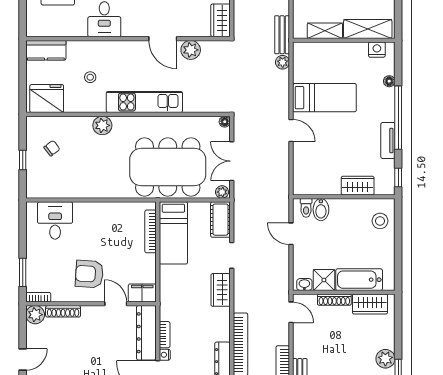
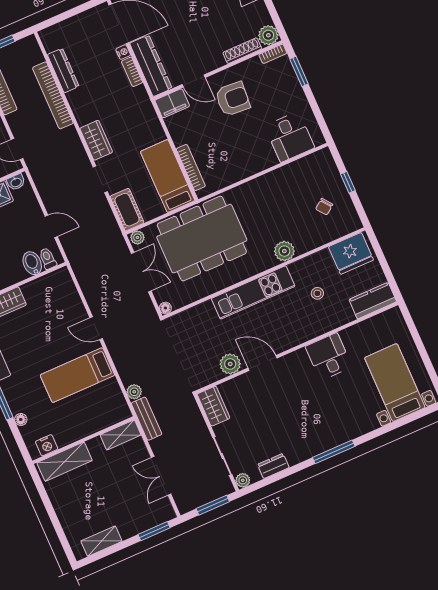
shelving: (325, 31) -> (121, 435), moved

